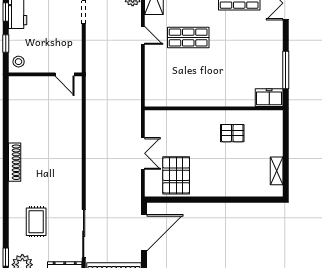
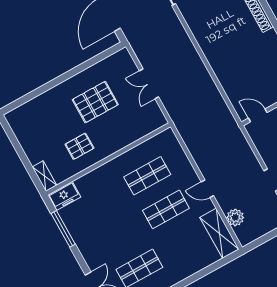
shop shelf: (188, 75) -> (147, 176), added
shelving: (277, 171) -> (45, 176), moved
pallet: (176, 175) -> (95, 102), moved, turned 90

